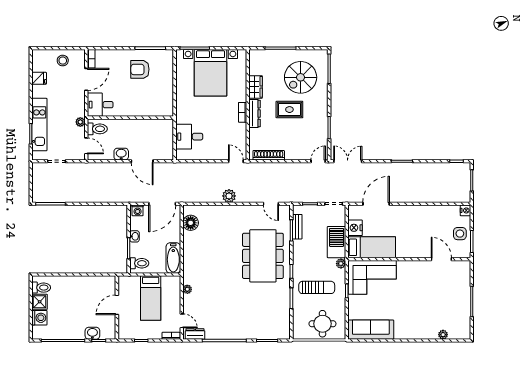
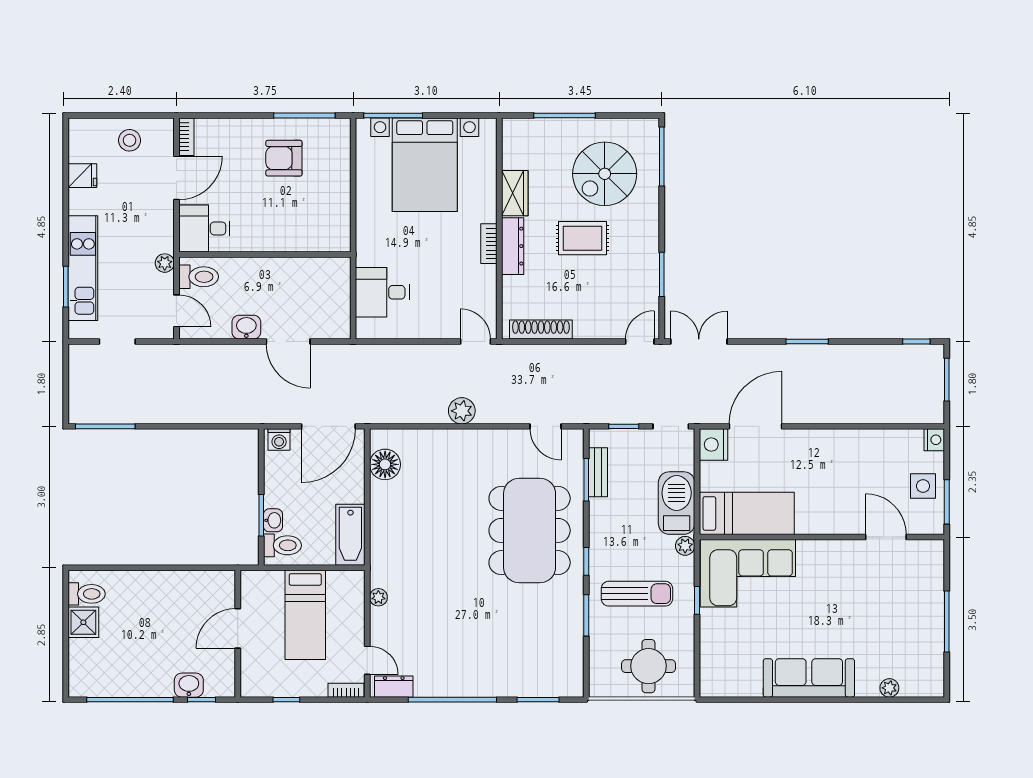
nightstand: (355, 228) -> (714, 445), moved
washbasin: (135, 236) -> (273, 520), moved
washing machine: (39, 318) -> (83, 654), removed
sofa: (371, 330) -> (809, 678), moved

